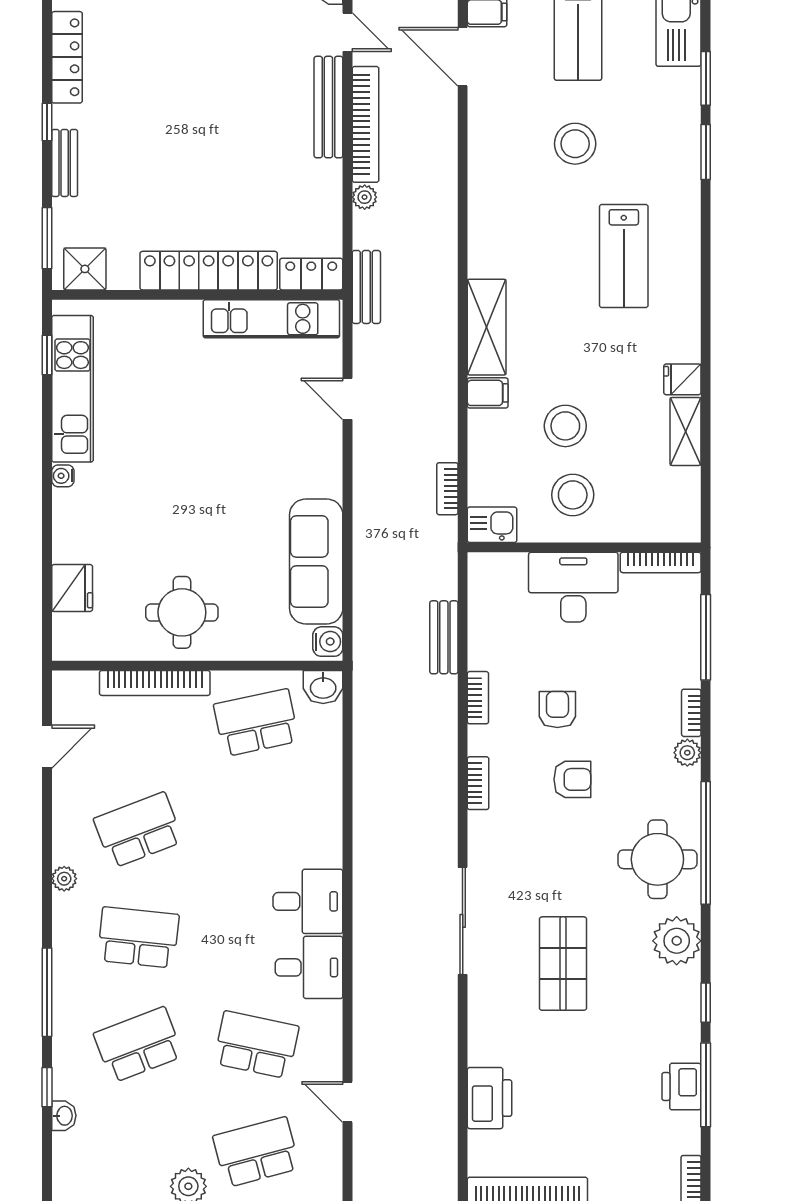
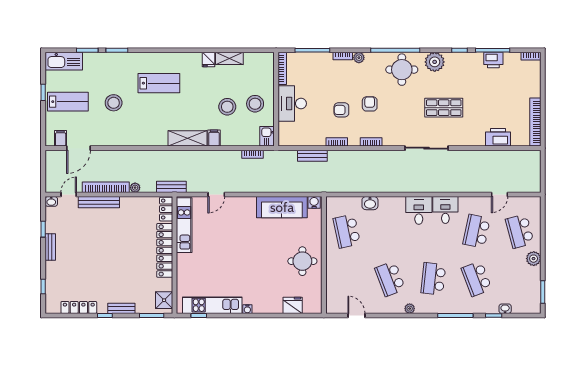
bookcase: (155, 683) -> (331, 272), removed
washbasin: (323, 687) -> (370, 203), moved, turned 90

